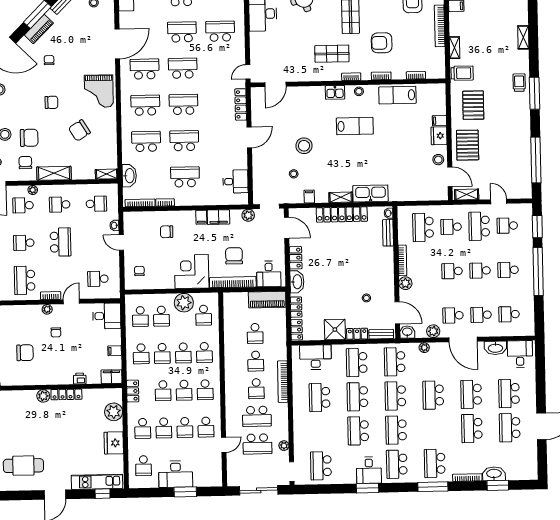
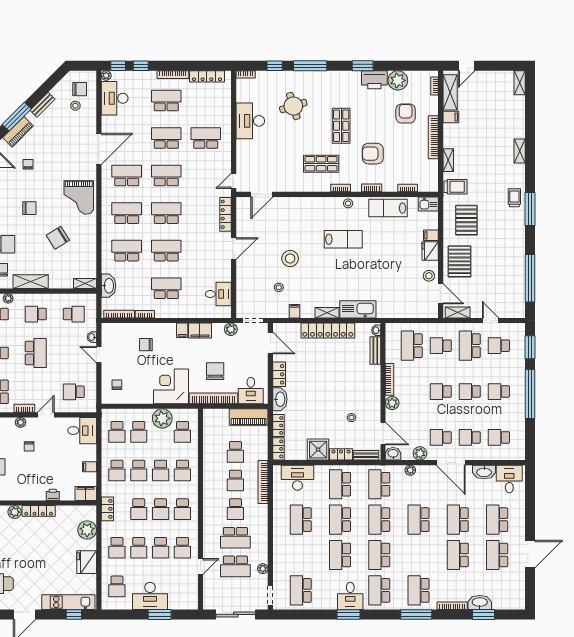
kitchen sink: (335, 92) -> (428, 204), moved
bookcase: (283, 382) -> (263, 482), moved

